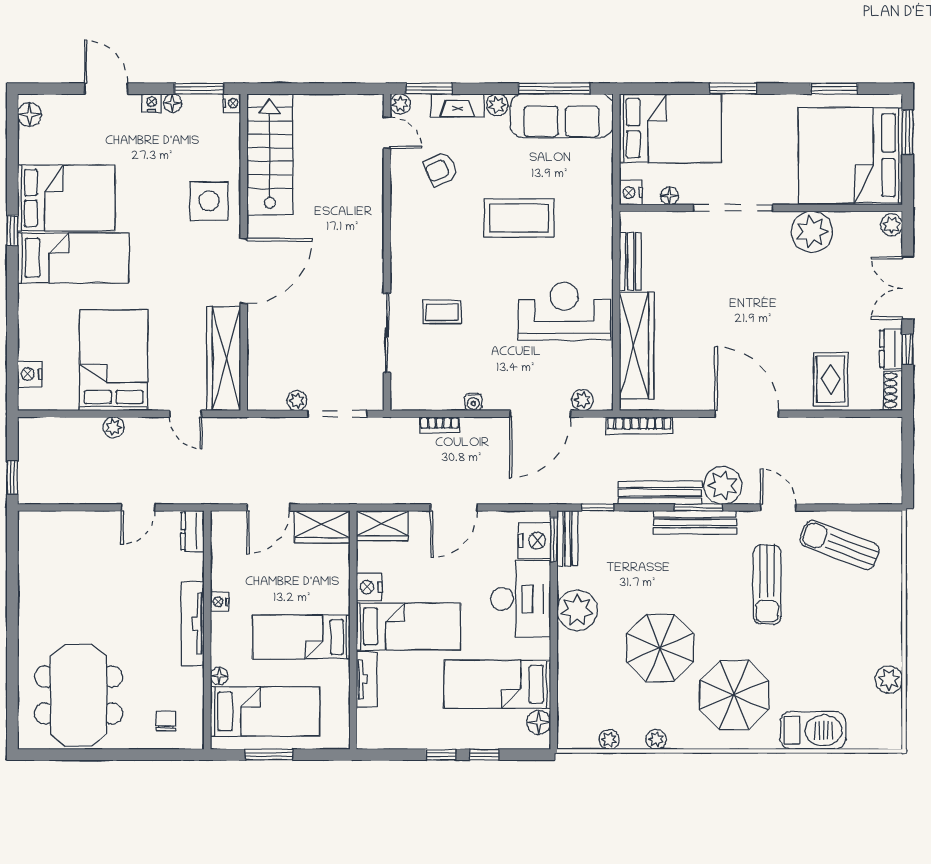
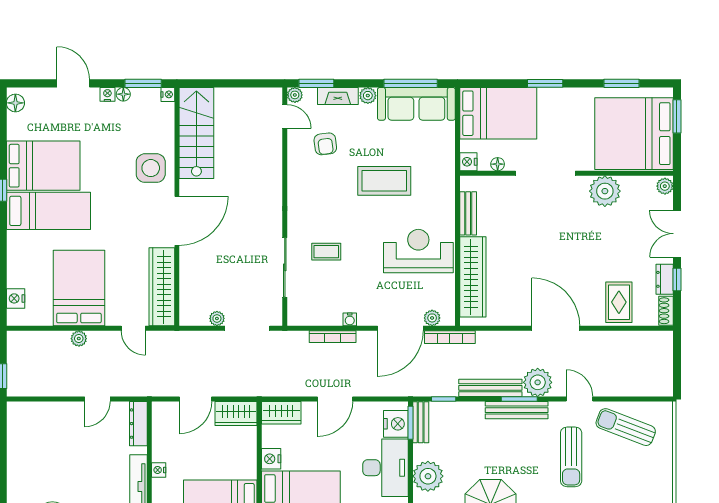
armchair: (441, 169) -> (325, 144), turned -72
bookcase: (440, 425) -> (333, 337), width x1.56
bookcase: (639, 425) -> (450, 337), moved
dresser: (193, 531) -> (138, 424), width x1.44

